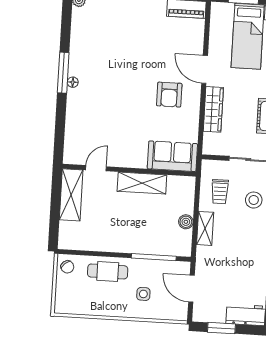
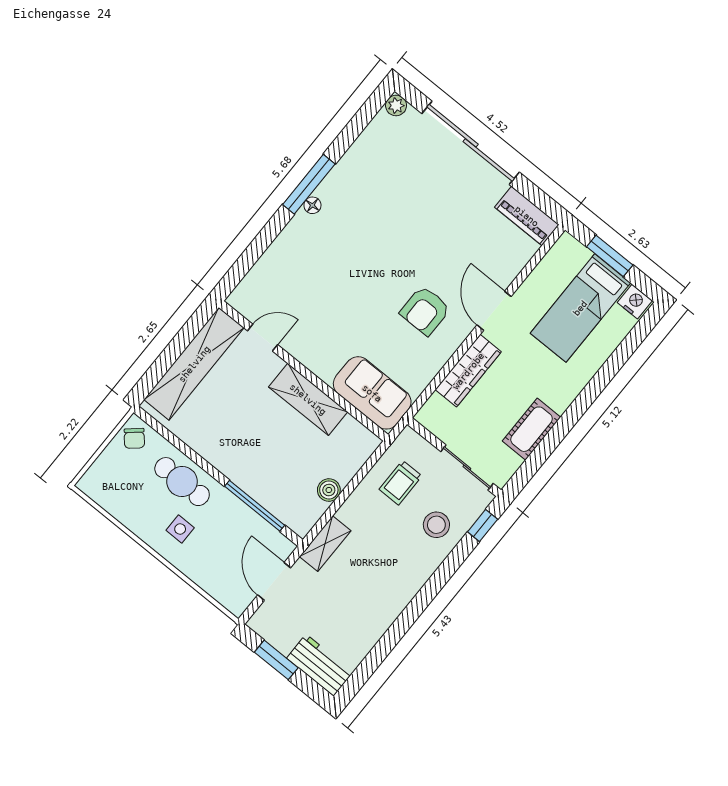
shelving: (71, 195) -> (194, 364), width x1.47
shelving: (205, 228) -> (325, 544), moved
side table: (143, 294) -> (180, 529), moved

